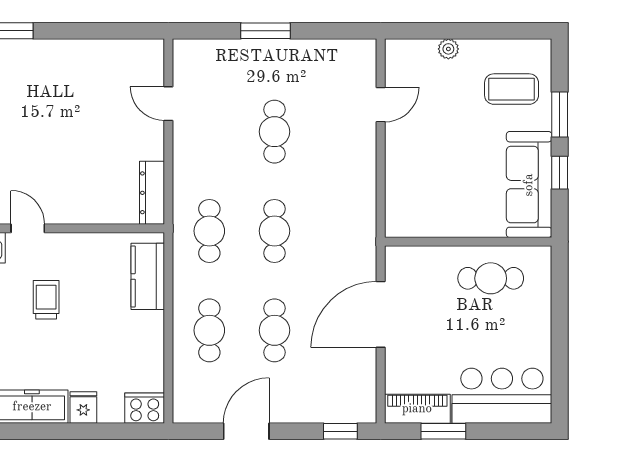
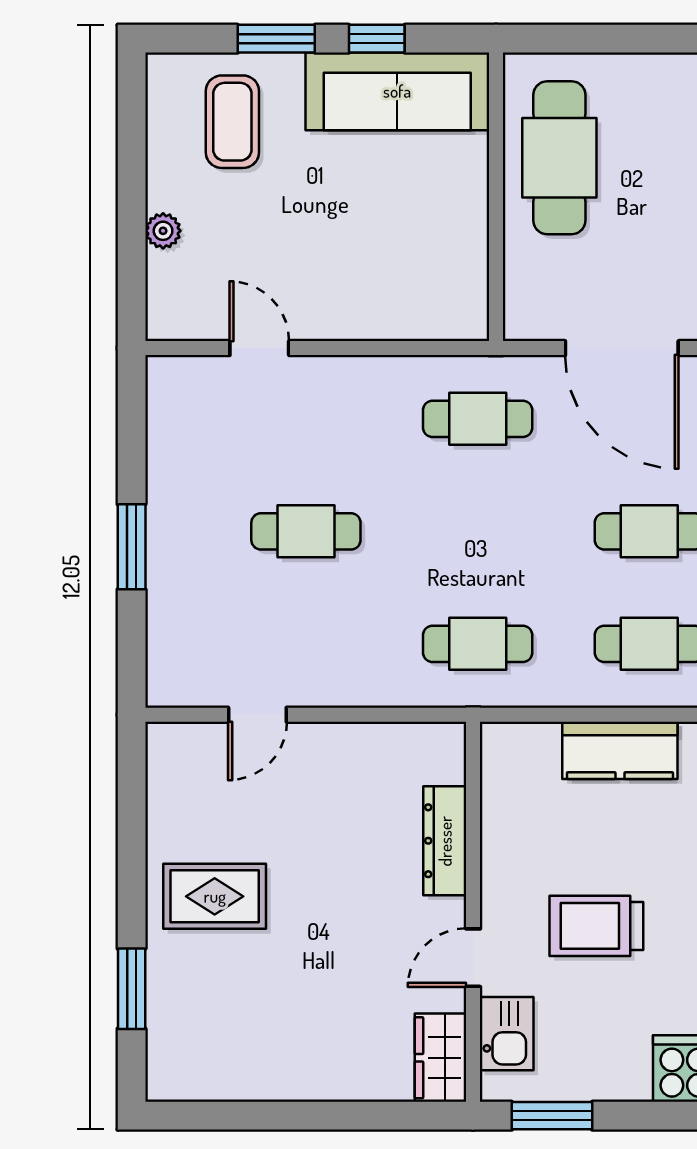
rug: (63, 79) -> (215, 896), added
dresser: (152, 193) -> (445, 841), moved, turned 90
cafe table: (274, 231) -> (478, 419), moved
kitchen counter: (148, 276) -> (620, 750), moved
cafe table: (491, 278) -> (559, 158), width x1.37, depth x1.35
trolley: (46, 300) -> (596, 926), width x1.36, depth x1.39

